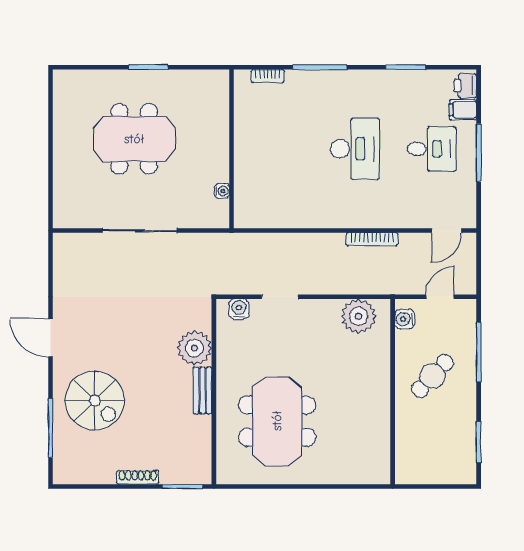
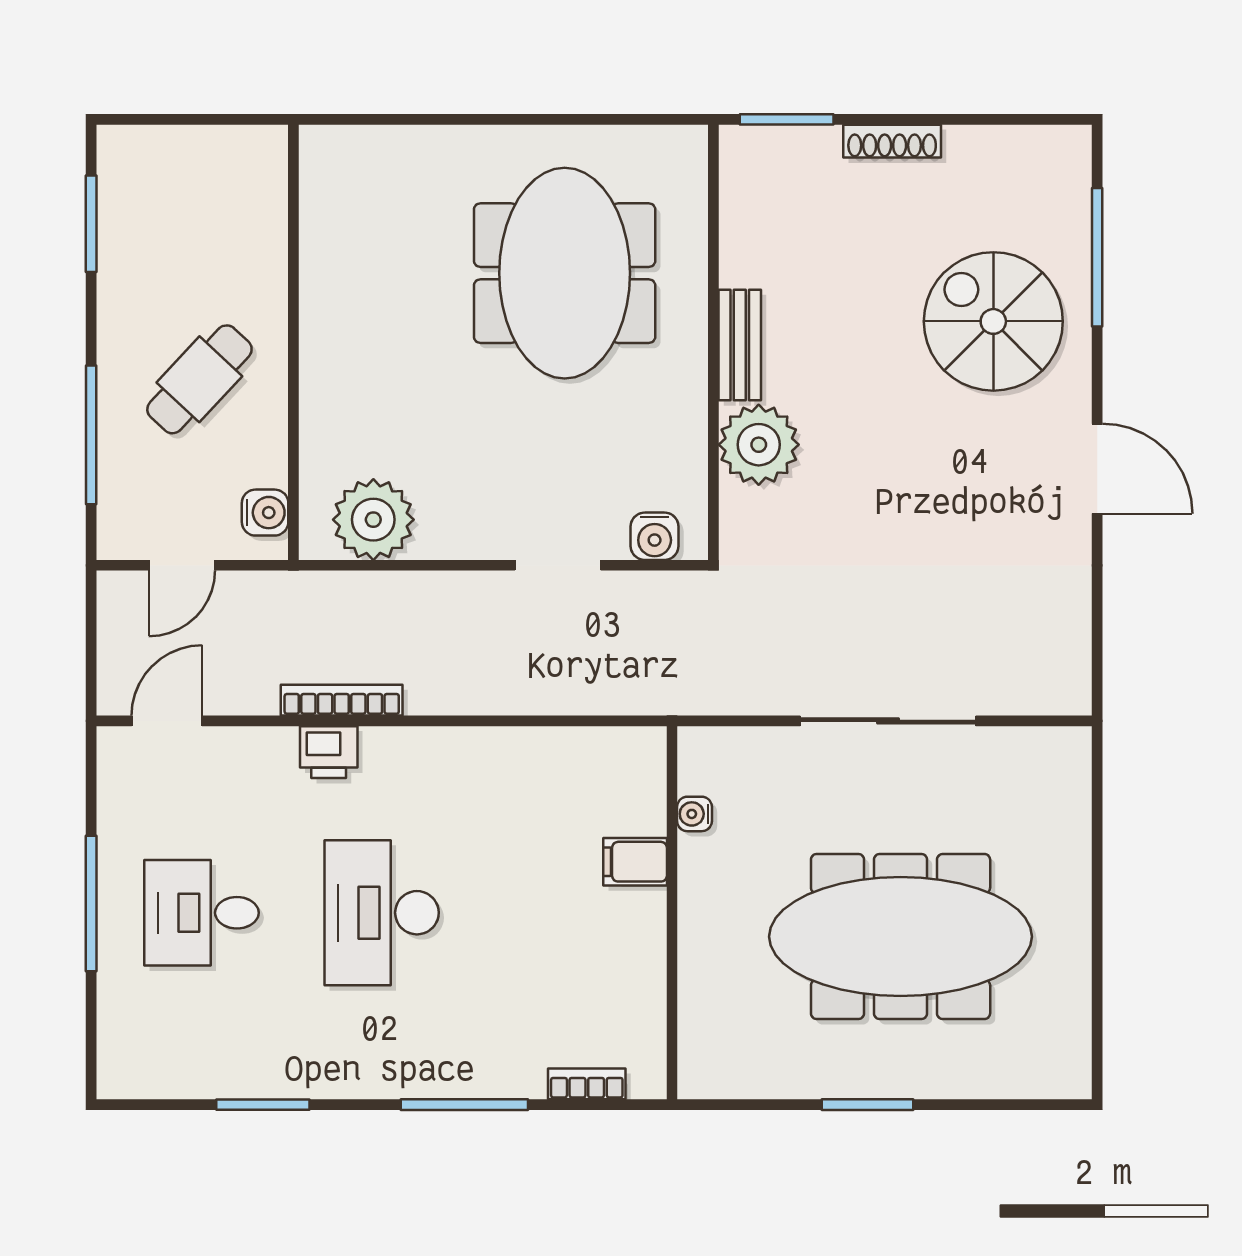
printer: (465, 86) -> (329, 752), moved, turned 90
filing cabinet: (463, 110) -> (635, 862), moved, turned 180
meeting table: (134, 139) -> (901, 937), width x1.36

